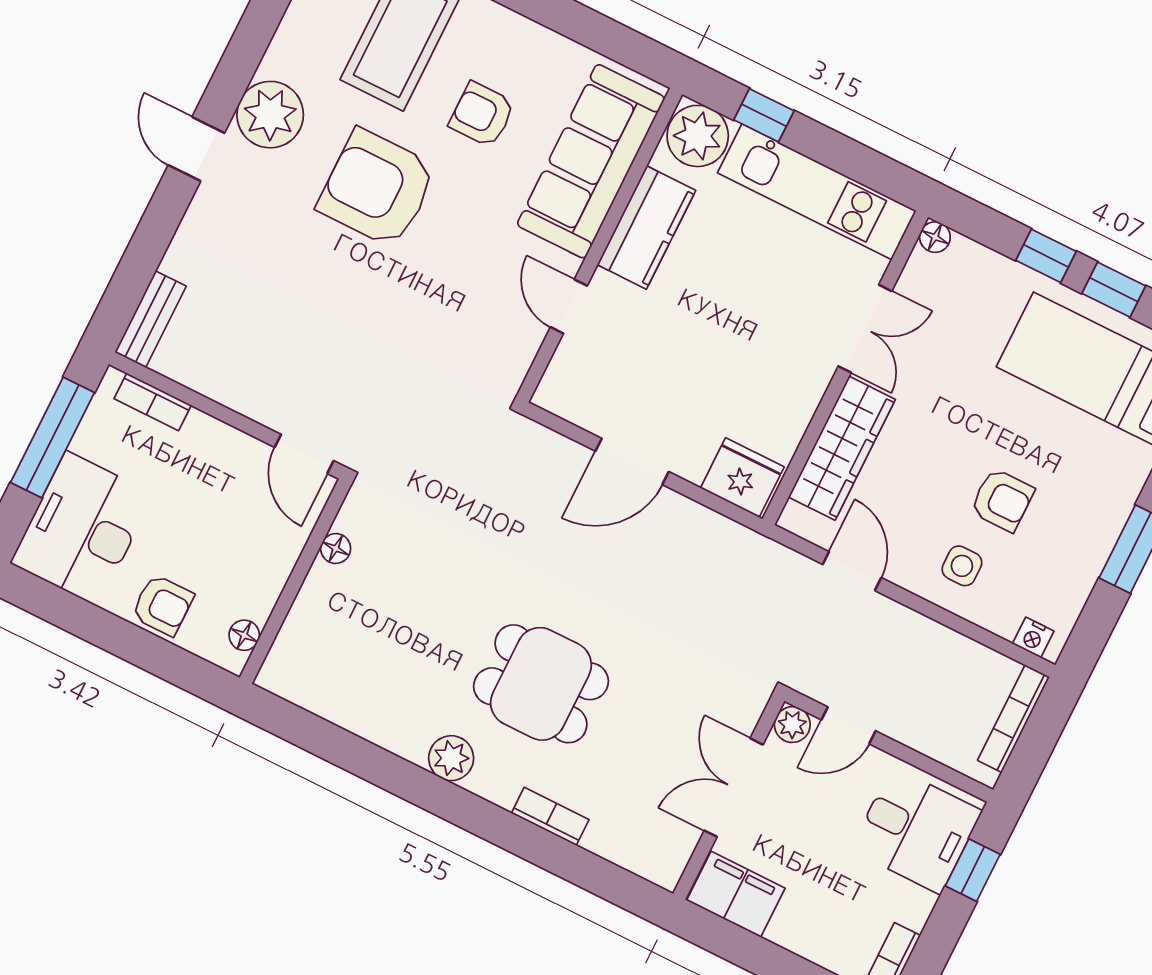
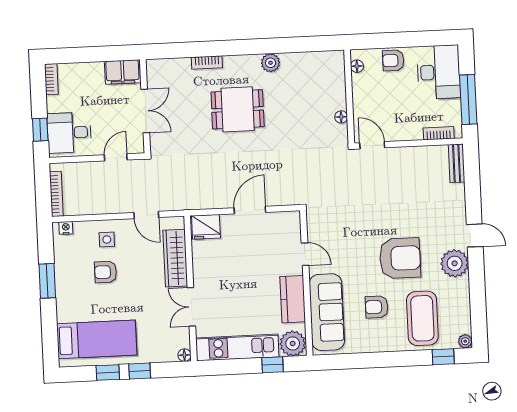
armchair: (482, 114) -> (377, 307), turned 180
plant: (792, 725) -> (137, 146), removed
plant: (451, 758) -> (271, 63), moved

